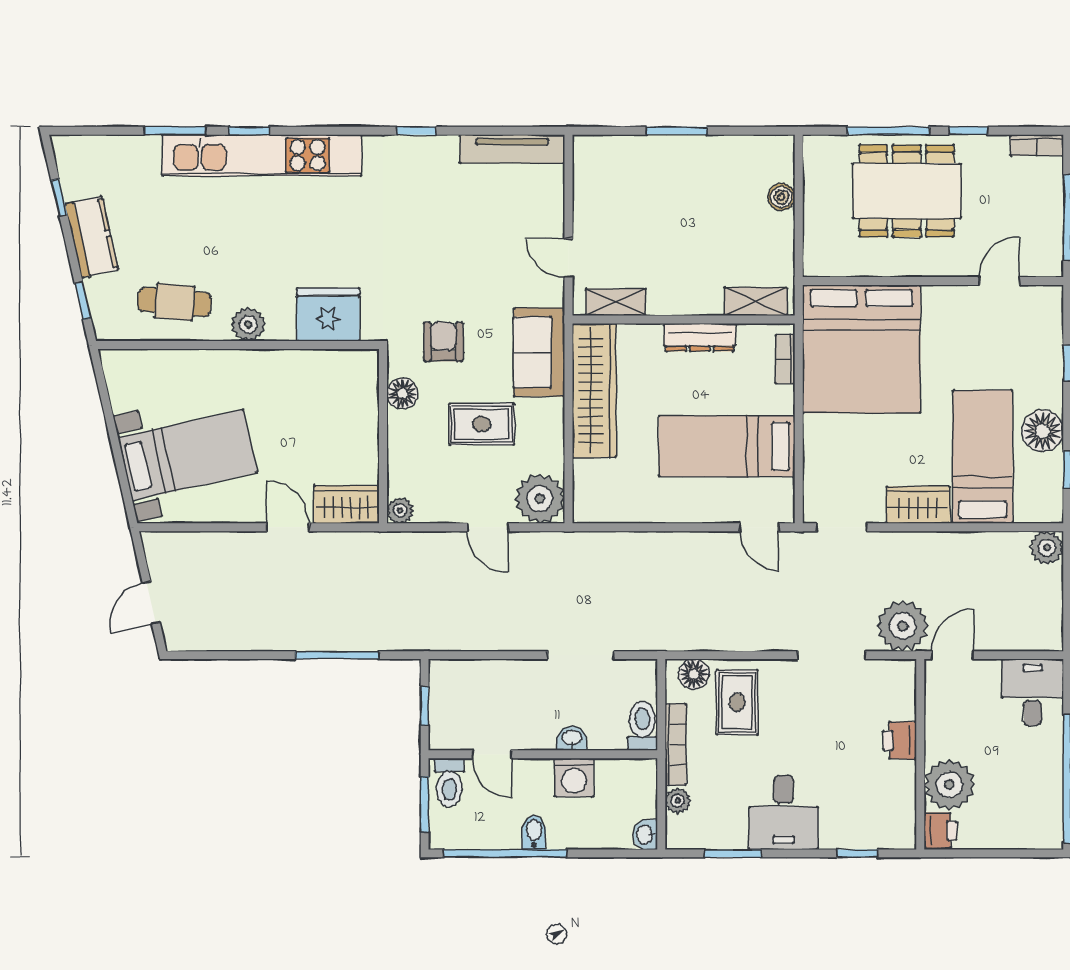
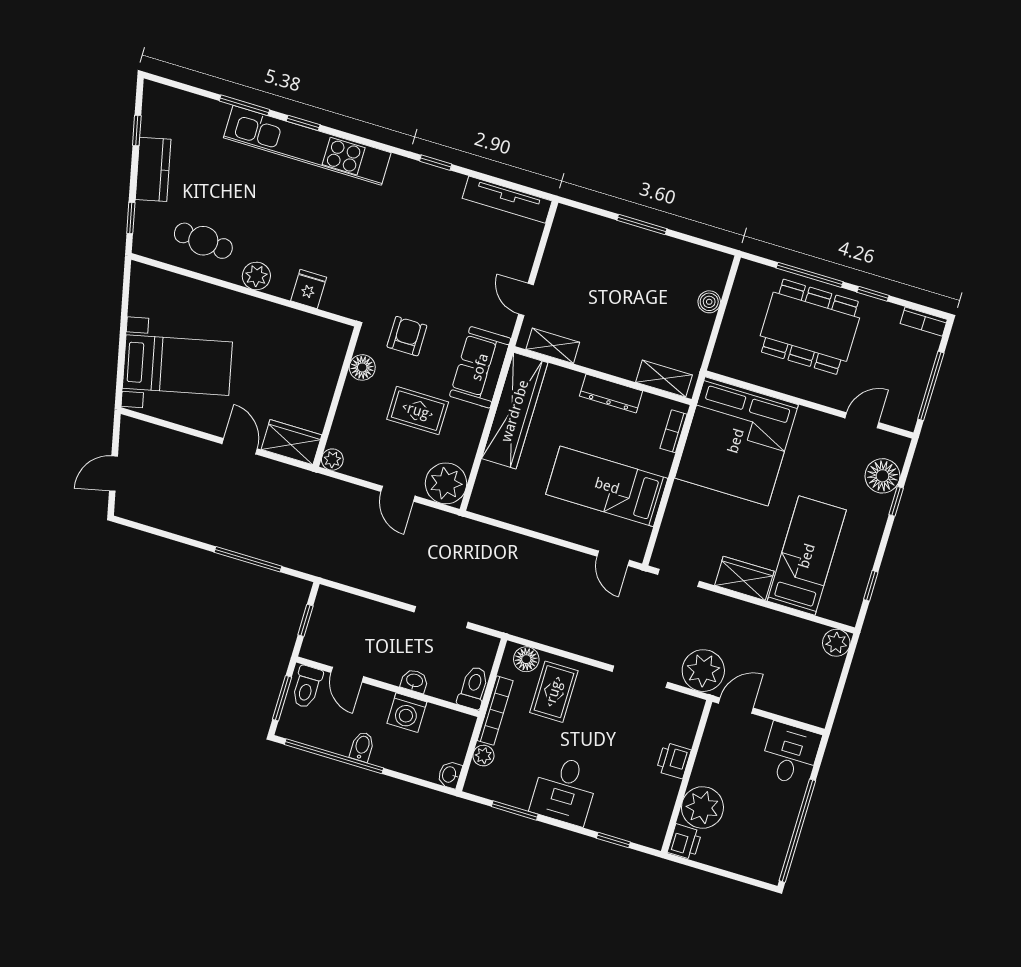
fridge: (328, 314) -> (309, 289), width x0.53, depth x0.75
floor lamp: (1043, 431) -> (882, 476), moved

